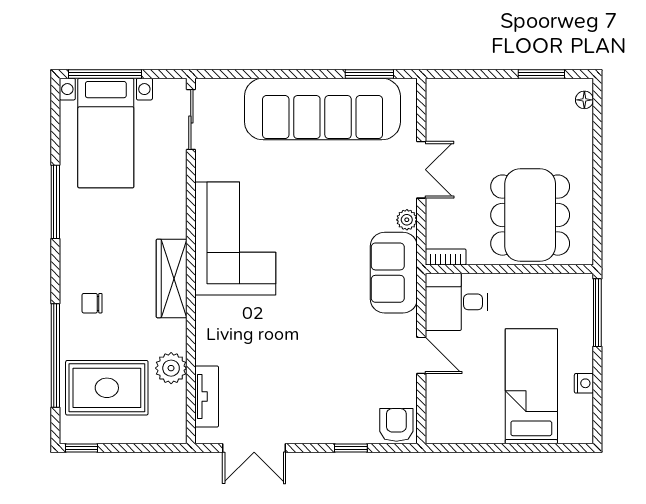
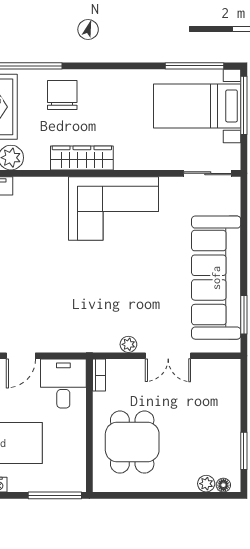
plant: (583, 122) -> (206, 484), added
window: (55, 202) -> (194, 66), moved
dining table: (530, 215) -> (132, 442), width x0.73
sofa: (394, 273) -> (87, 334), removed
chair: (92, 303) -> (62, 95), width x1.87, depth x1.87

